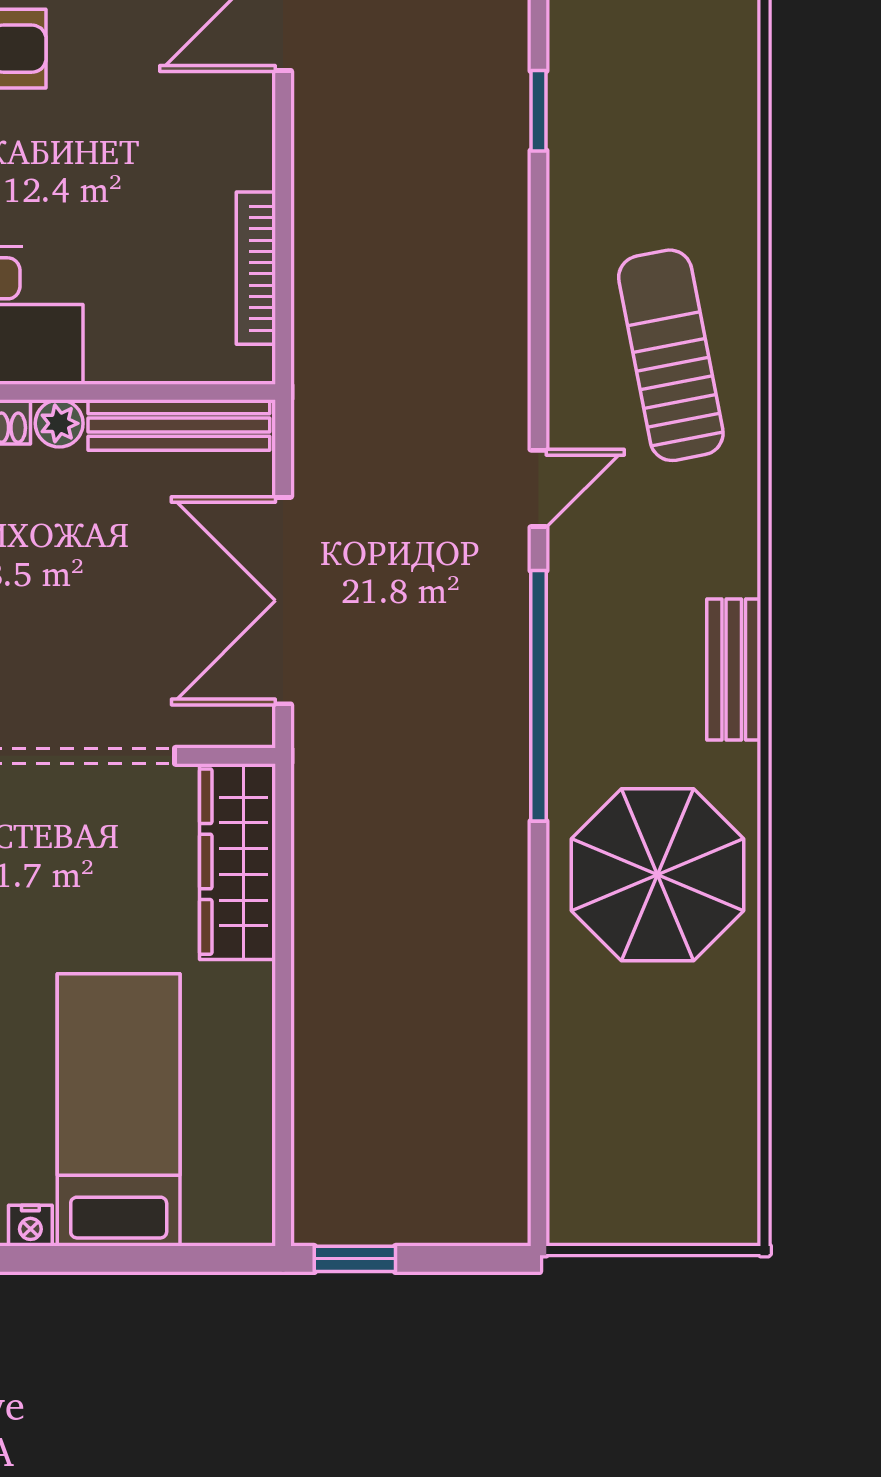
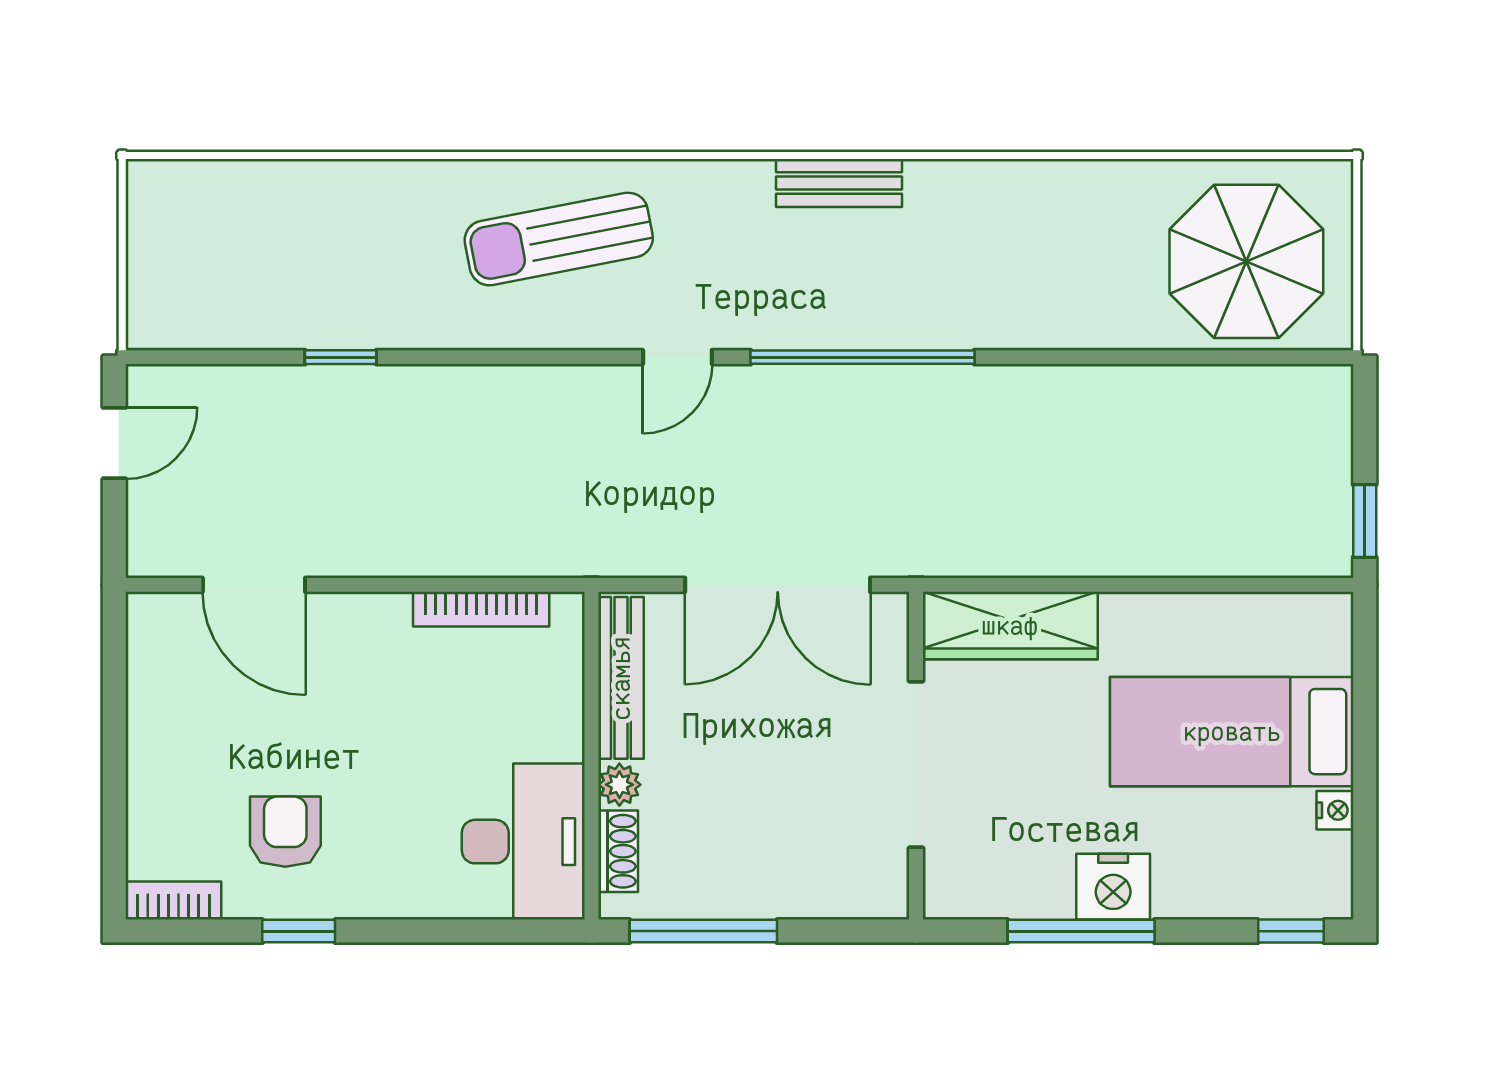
door: (539, 488) -> (677, 357), swing flipped
parasol: (657, 875) -> (1246, 261), moved

